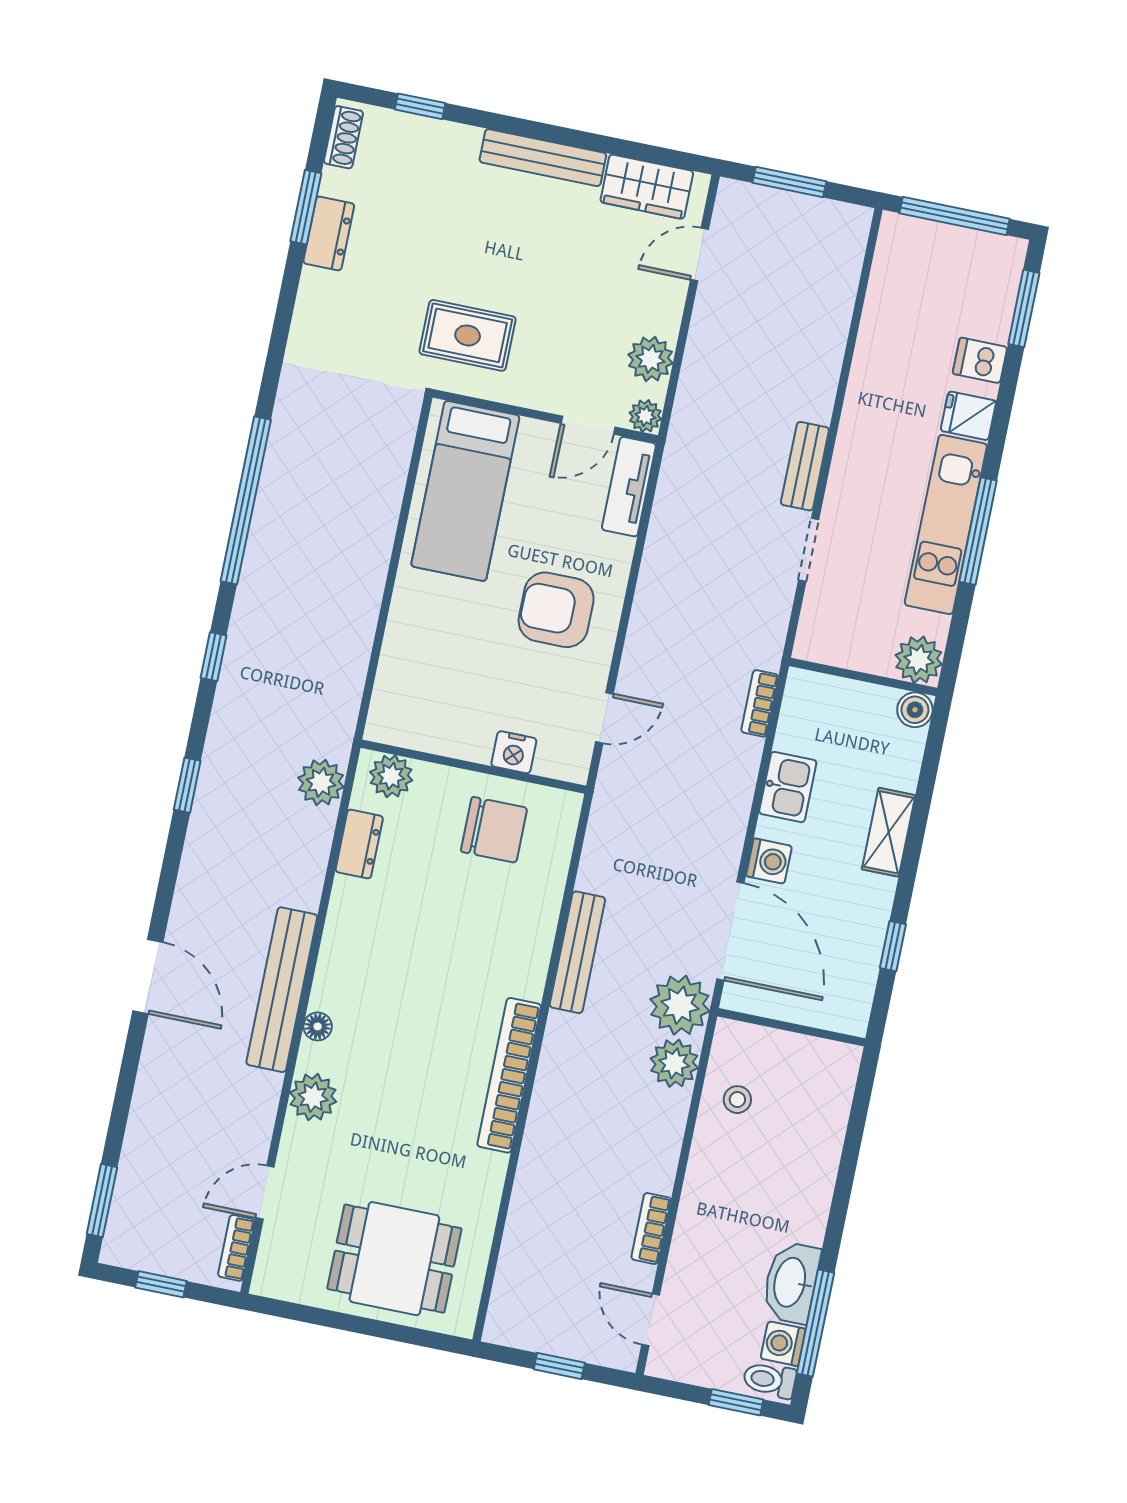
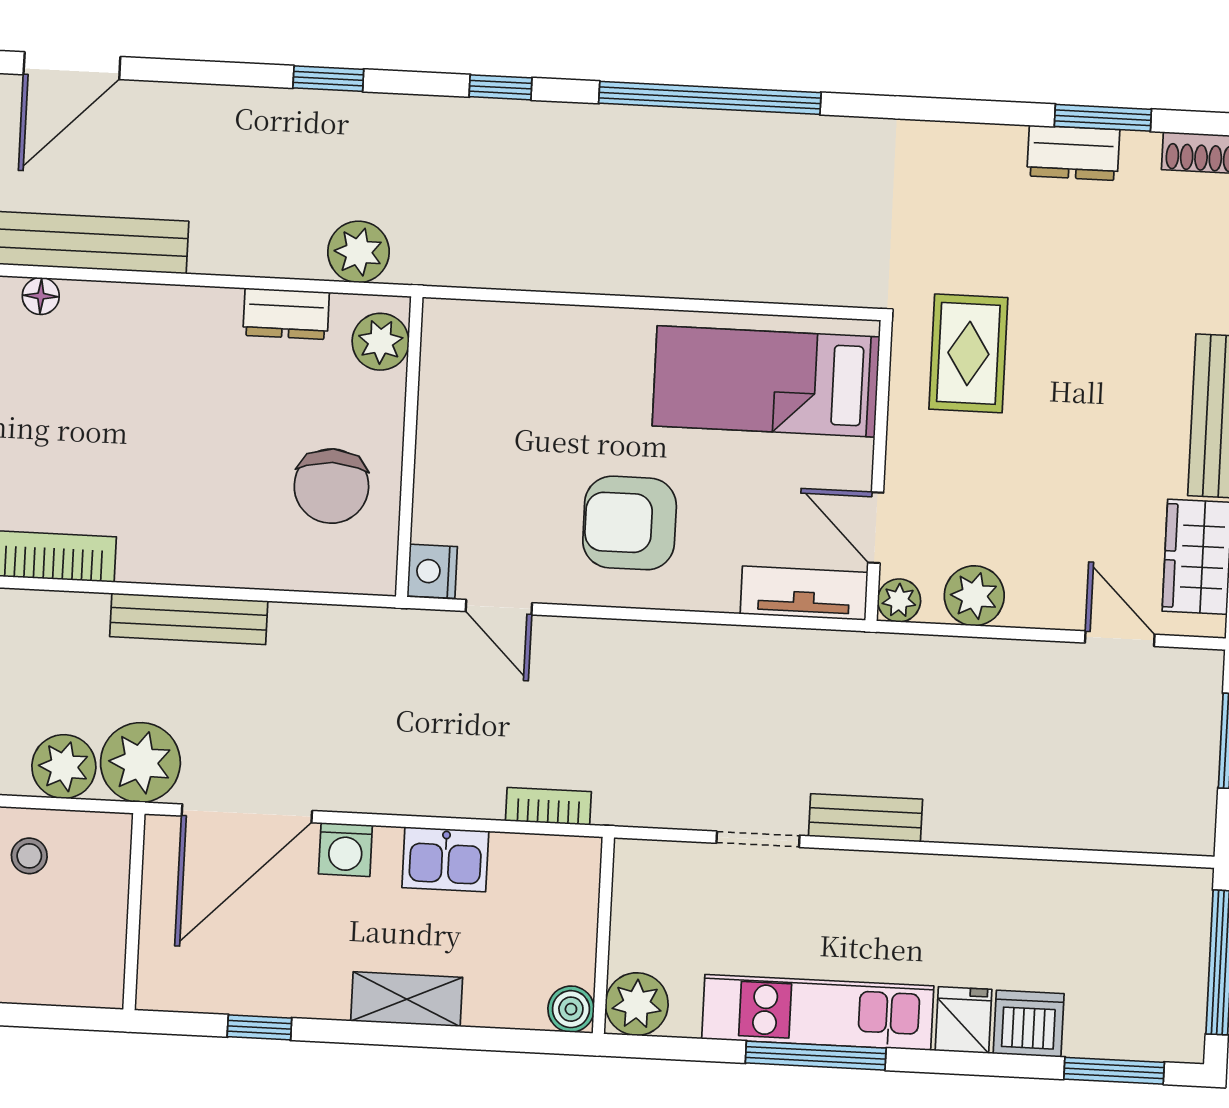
dishwasher: (980, 360) -> (1029, 1024), width x1.38
armchair: (556, 610) -> (630, 523), turned -90
nightstand: (514, 752) -> (432, 571), moved

